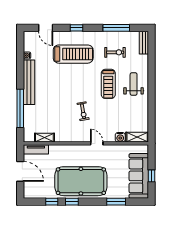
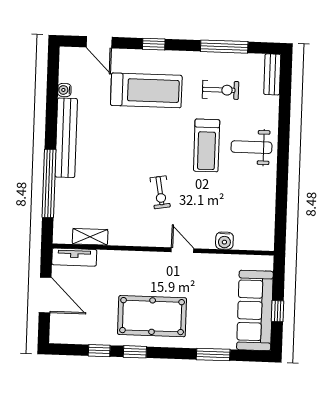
weight bench: (134, 84) -> (251, 147), turned -90
shelving: (137, 137) -> (254, 241), removed
pool table: (81, 181) -> (152, 316), width x0.73, depth x0.76

